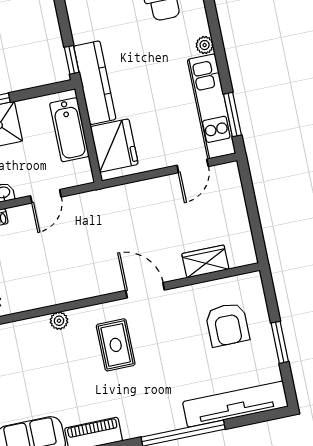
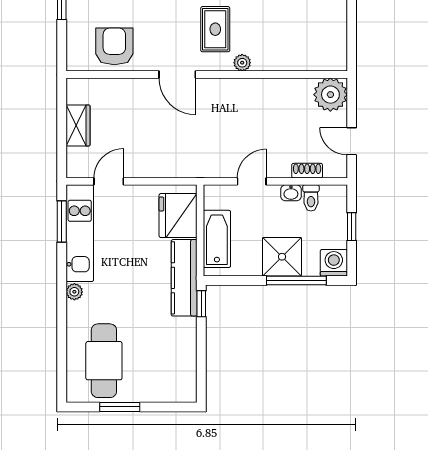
wardrobe: (205, 261) -> (78, 125), moved, turned -90
plant: (59, 321) -> (242, 63), moved
armchair: (227, 325) -> (114, 46), moved

